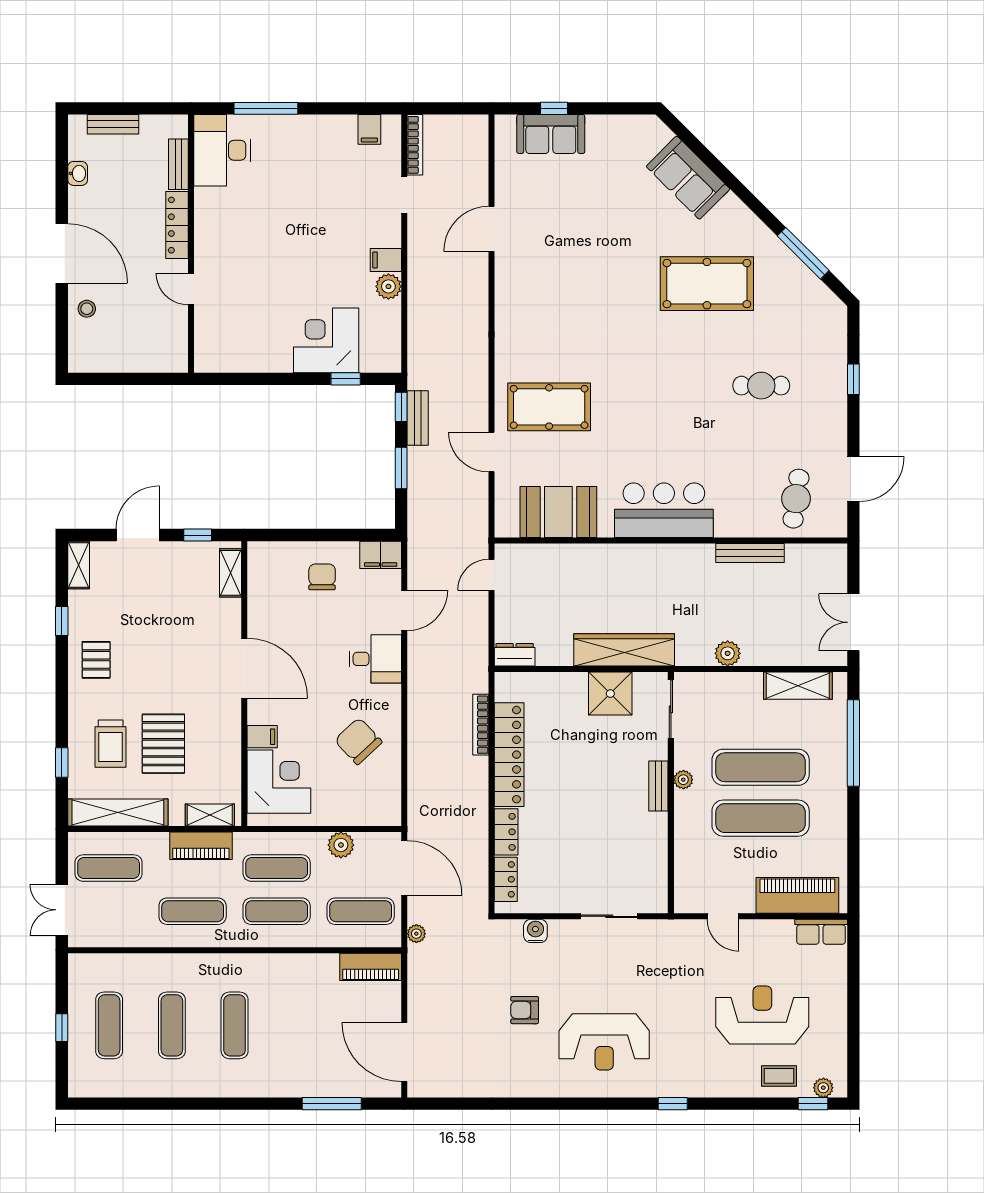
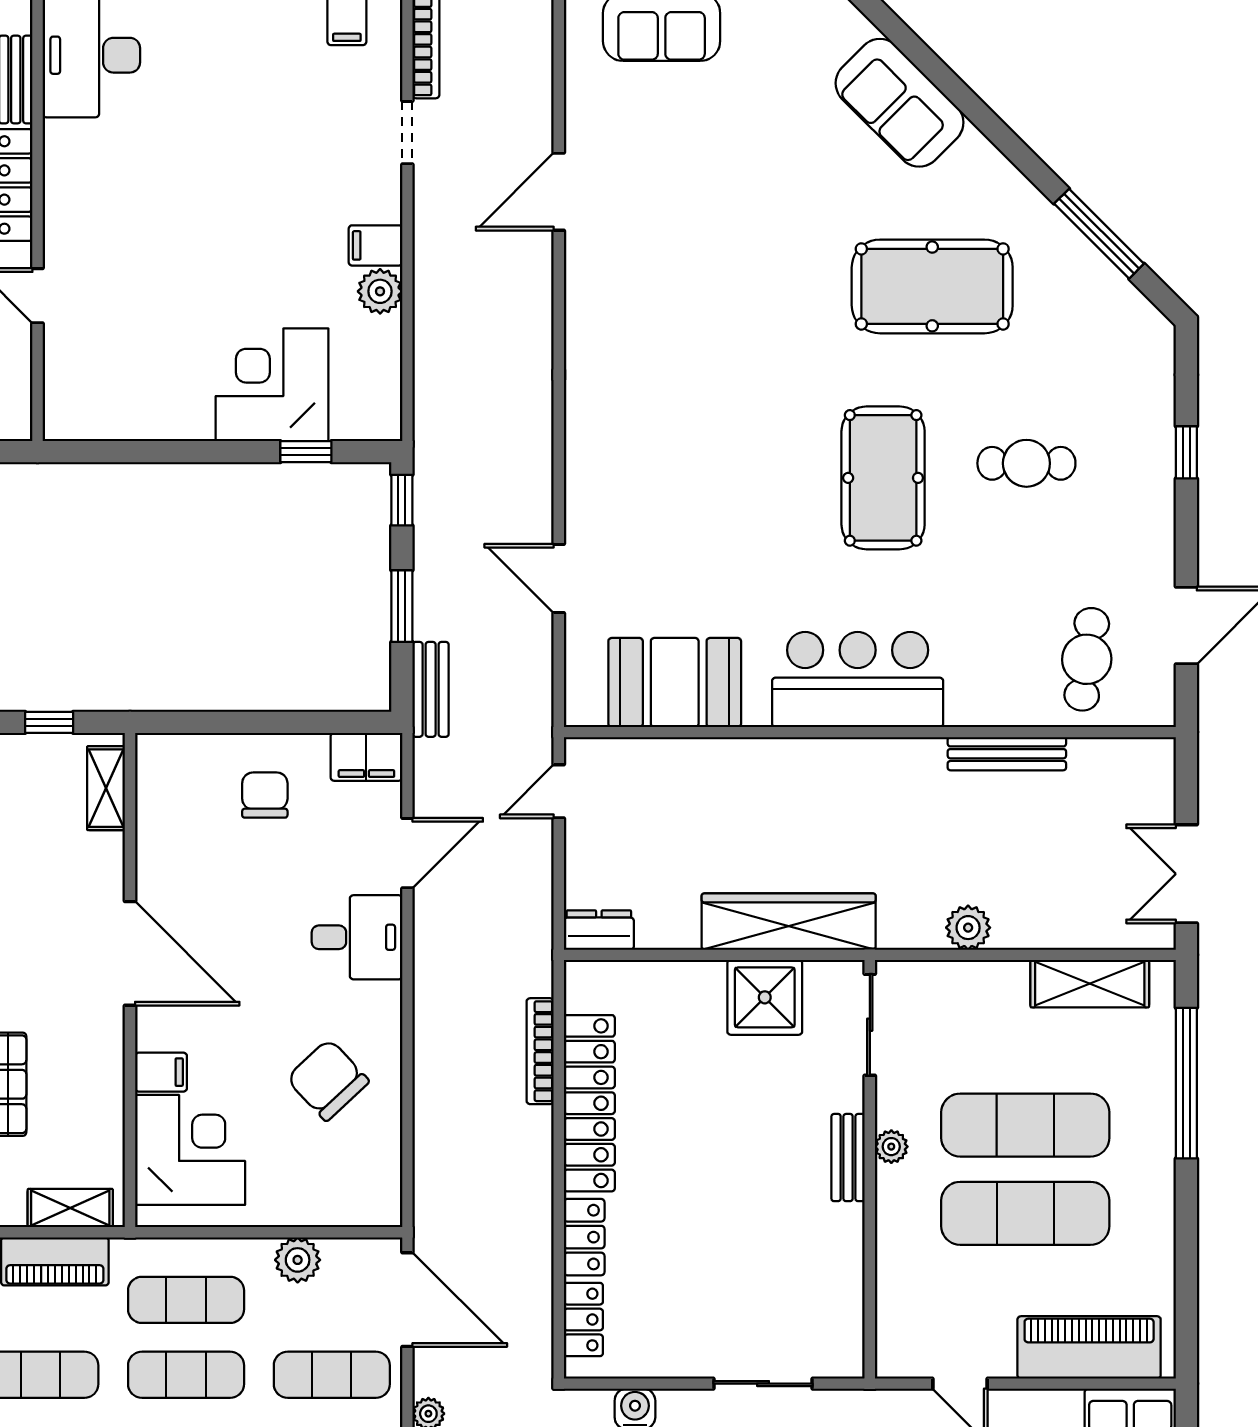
pool table: (549, 407) -> (883, 478), moved, turned 90
bench: (418, 418) -> (431, 689), moved

